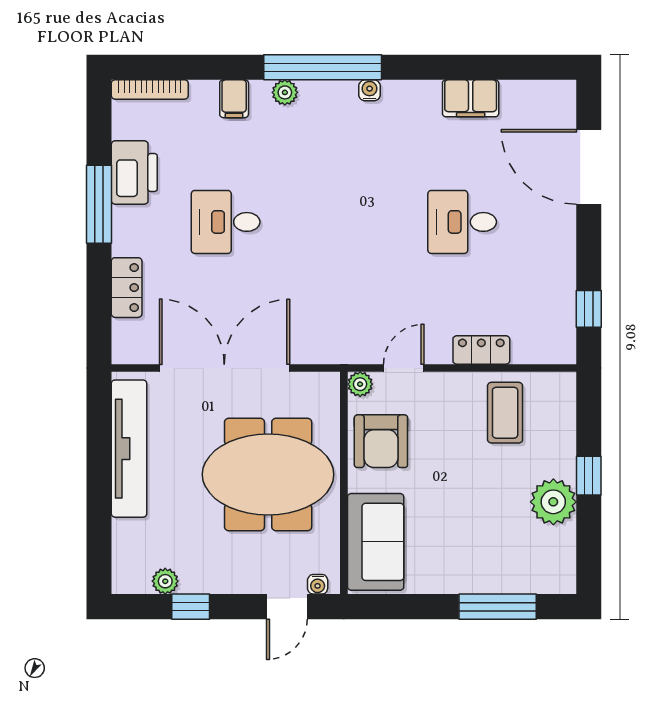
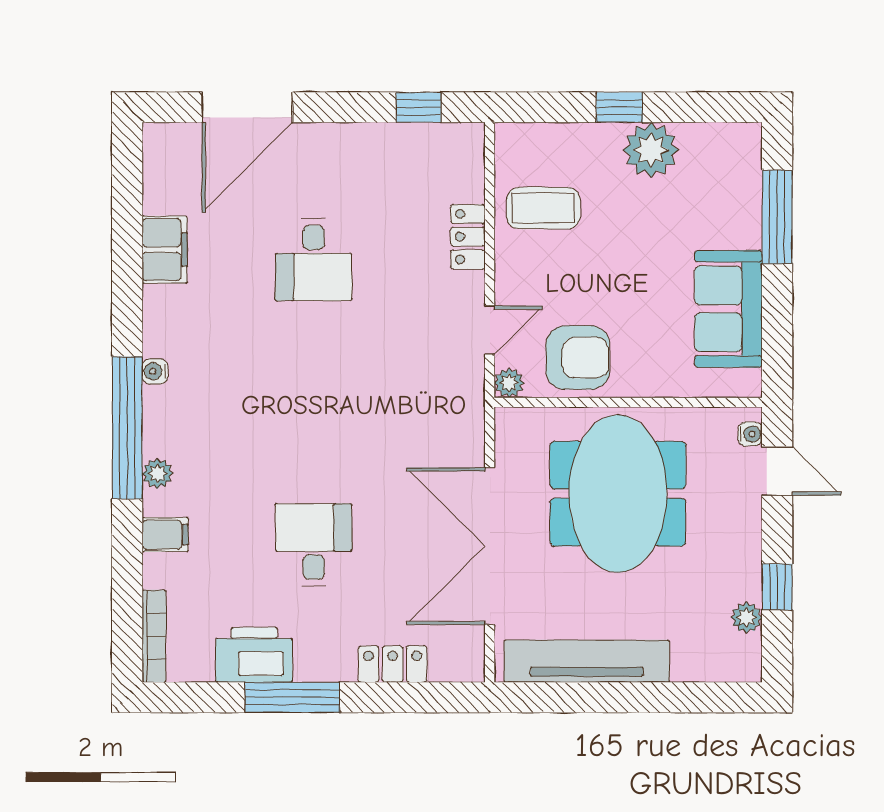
desk: (226, 222) -> (314, 545), turned 180
door: (404, 368) -> (490, 330), swing flipped
sofa: (376, 542) -> (728, 309), moved, turned -90

